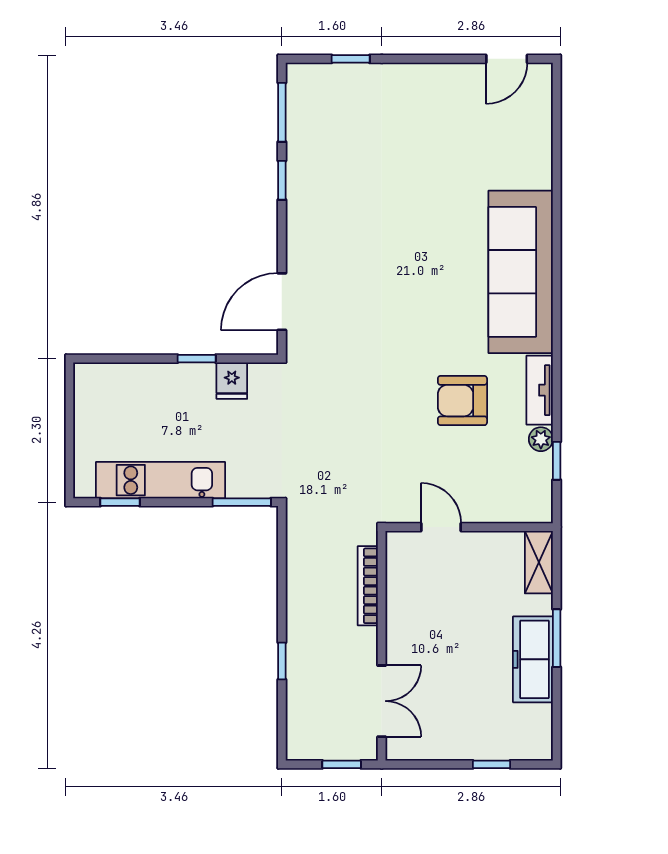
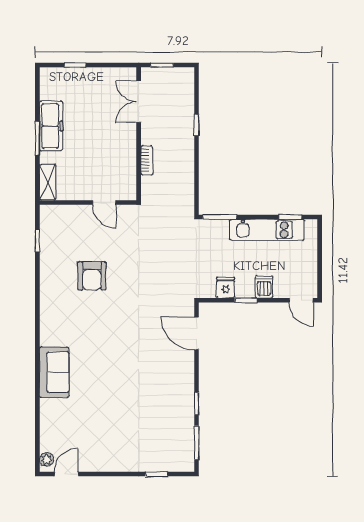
sofa: (521, 272) -> (54, 372), width x0.54, depth x0.79
door: (282, 302) -> (197, 333), swing flipped
door: (101, 359) -> (301, 300), added
dishwasher: (165, 382) -> (264, 287), added
tv unit: (540, 390) -> (47, 282), removed
armchair: (462, 401) -> (92, 276), turned 90
plant: (541, 439) -> (46, 460), moved
bookcase: (368, 586) -> (147, 160), width x0.64

